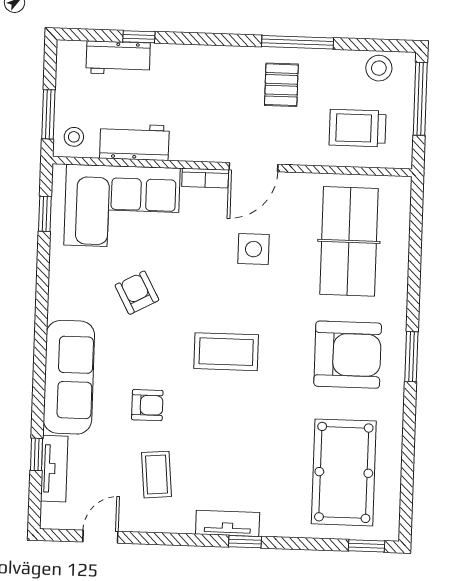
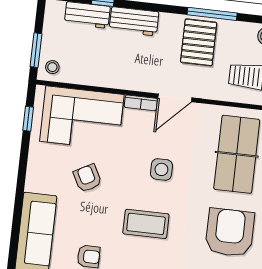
pallet: (281, 85) -> (199, 42), width x1.50, depth x1.42
workbench: (134, 142) -> (134, 21), moved, turned 180
side table: (253, 249) -> (161, 169), moved
armchair: (348, 355) -> (230, 233), turned -90

